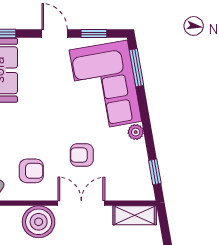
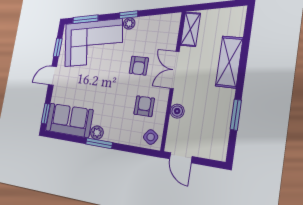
window: (155, 172) -> (129, 15), moved
boiler: (39, 222) -> (177, 111), width x0.54, depth x0.54

